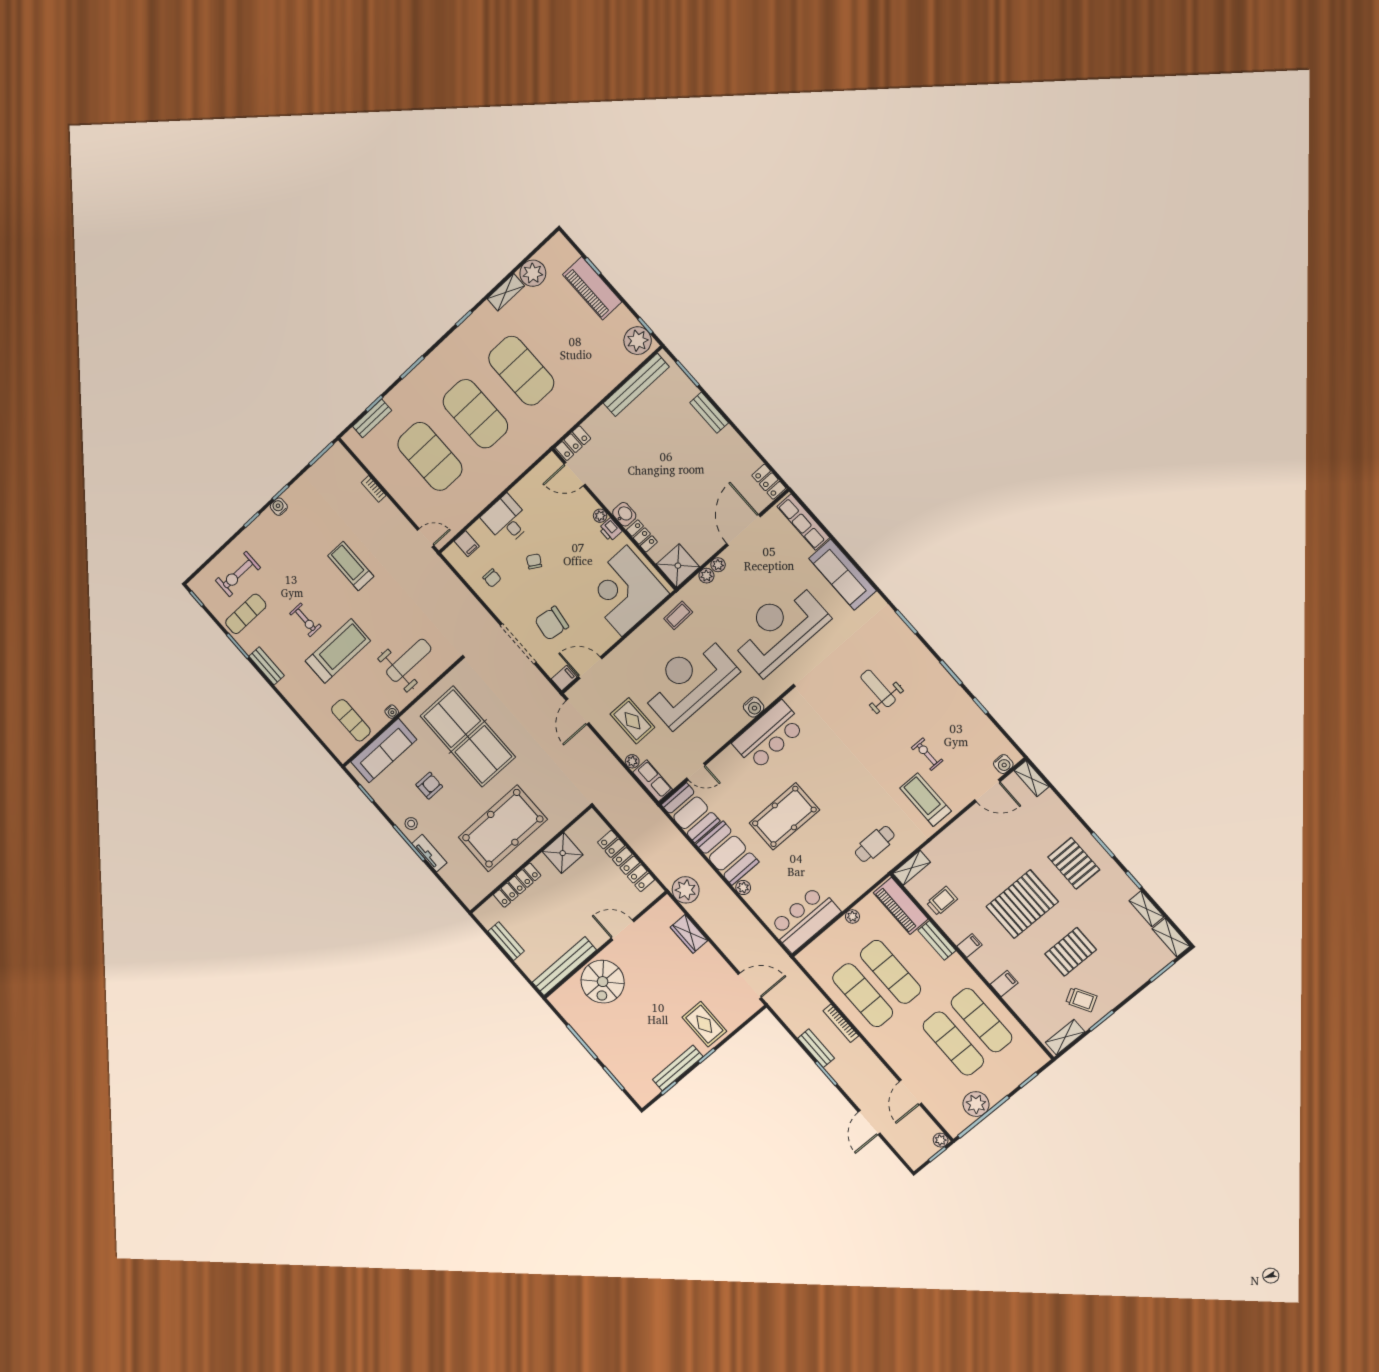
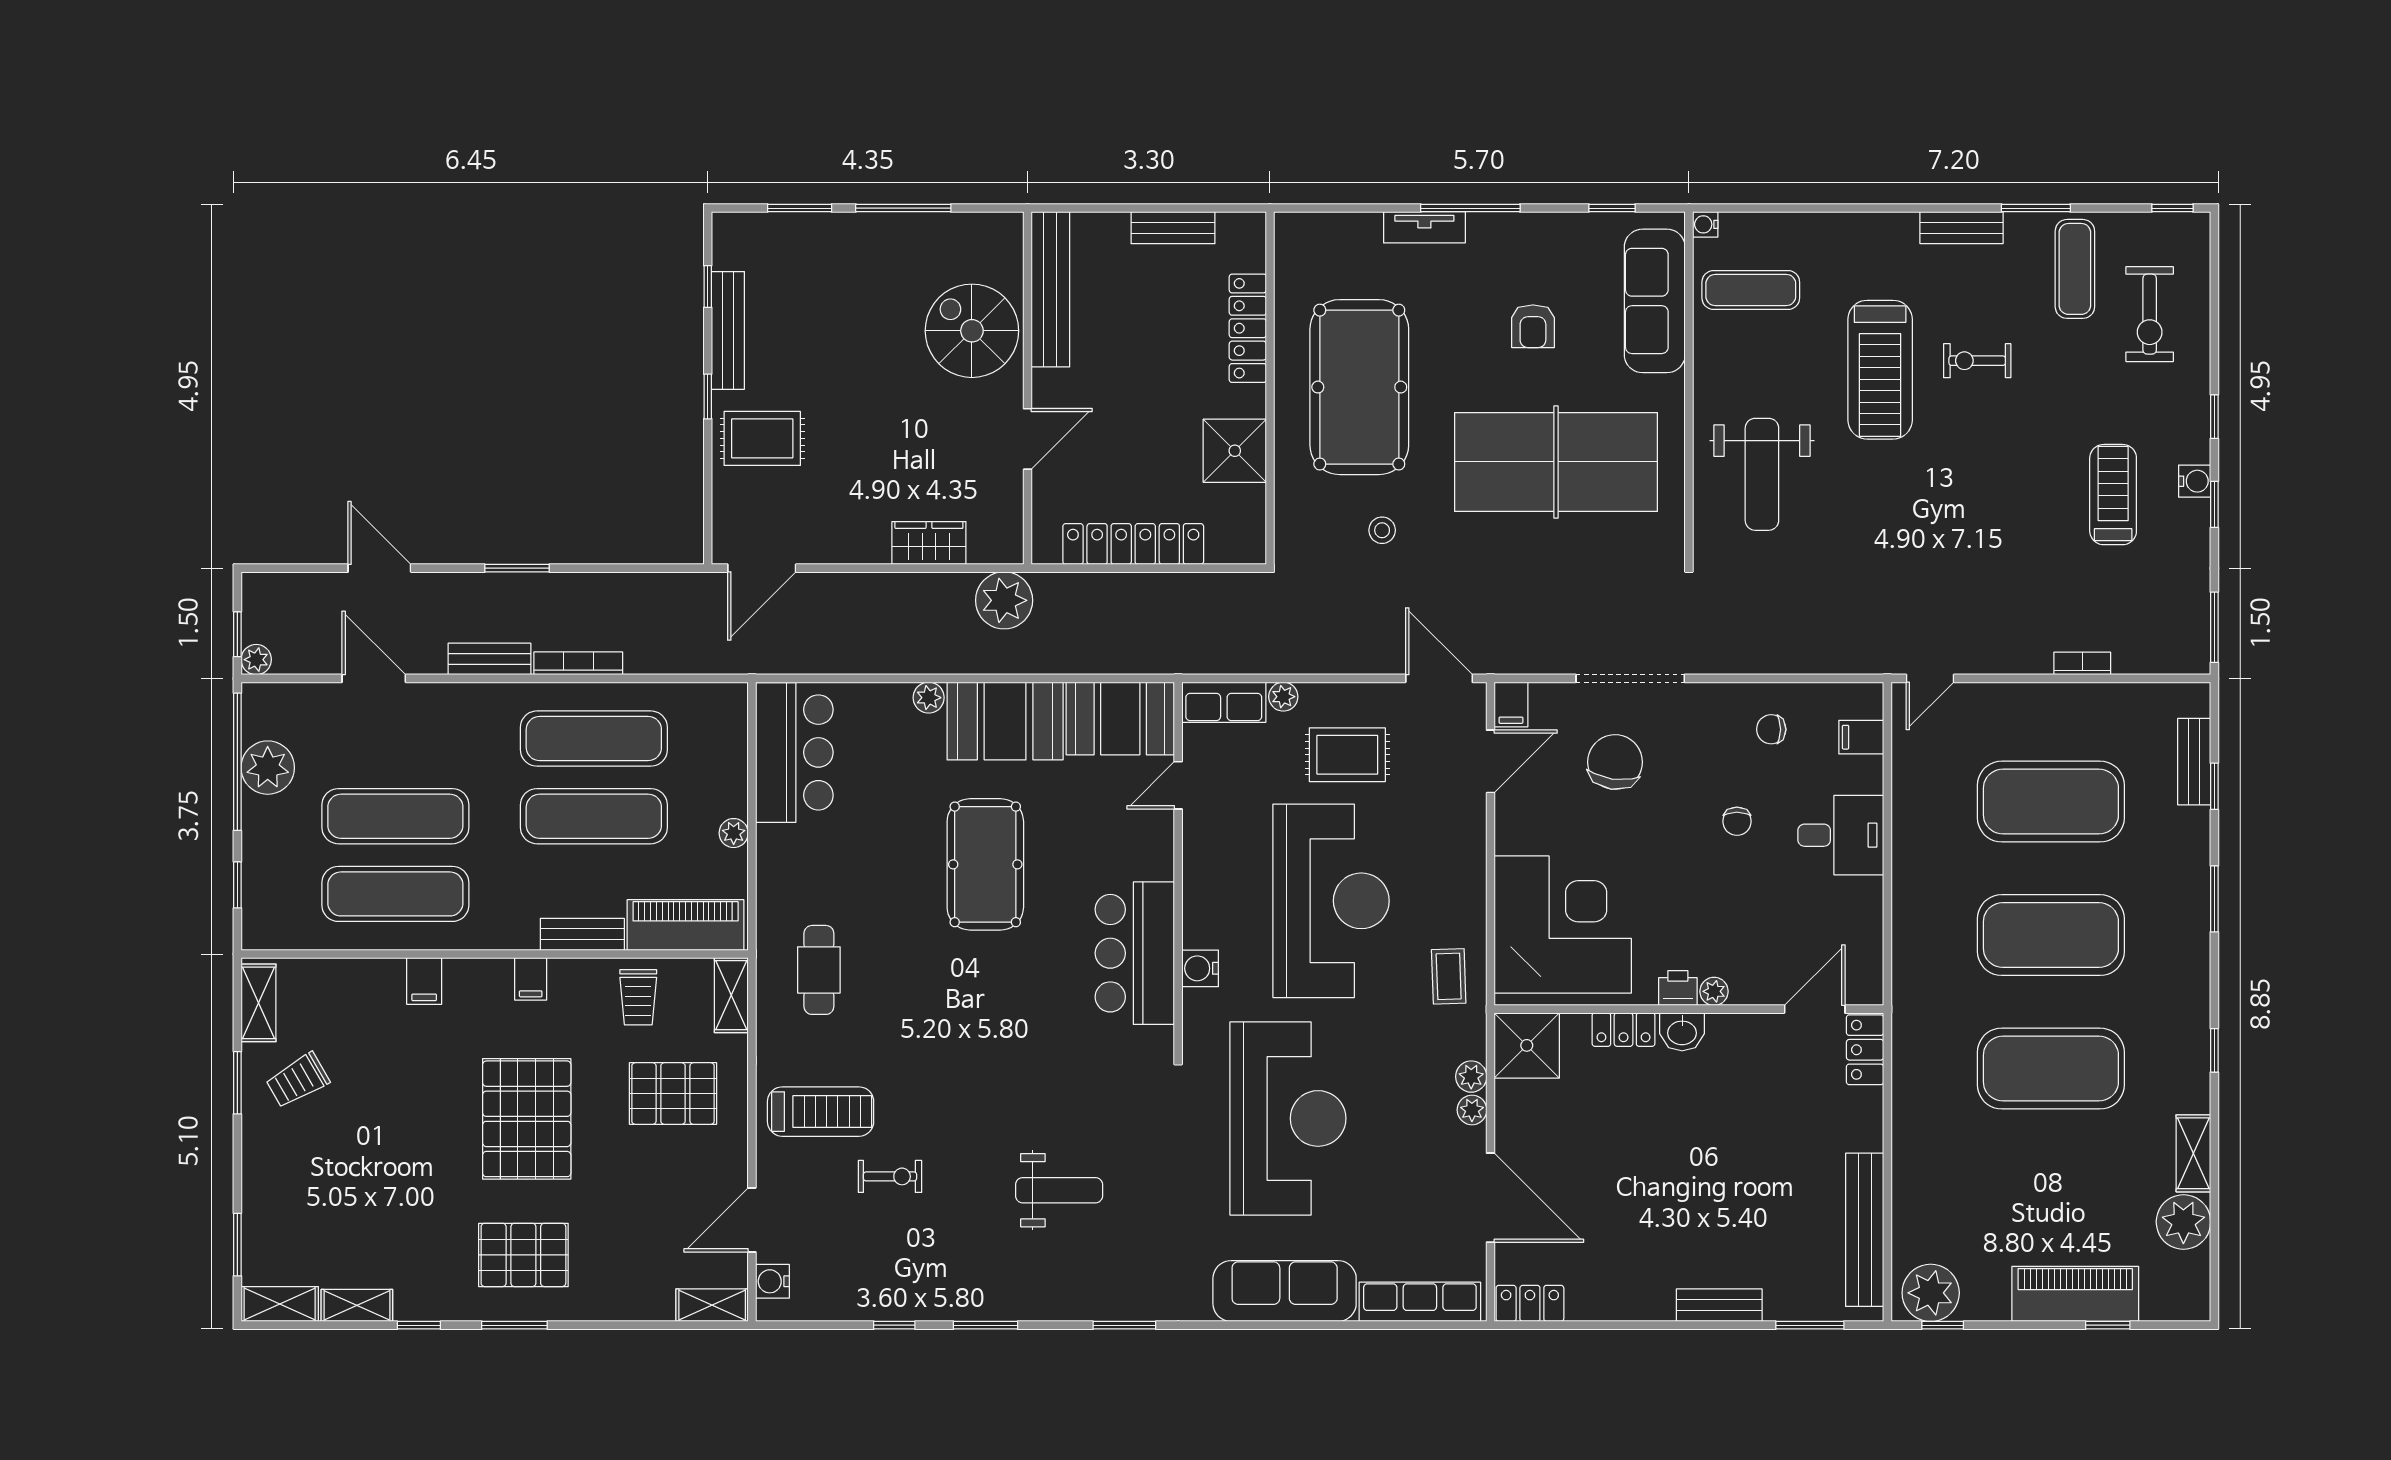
chair: (534, 561) -> (1737, 821), turned 60
treadmill: (351, 566) -> (2113, 495), moved, turned -90
exercise bike: (238, 574) -> (2150, 314), turned 180
water cooler: (392, 712) -> (1705, 224), moved
stool: (411, 824) -> (1382, 530), moved
pallet: (1071, 952) -> (673, 1094), moved, turned 90
bench: (816, 1048) -> (489, 659), moved

